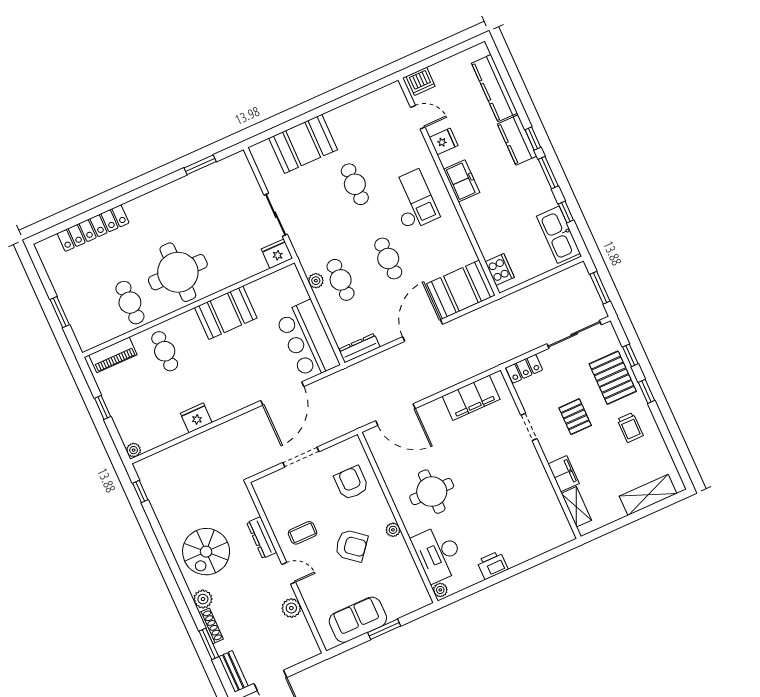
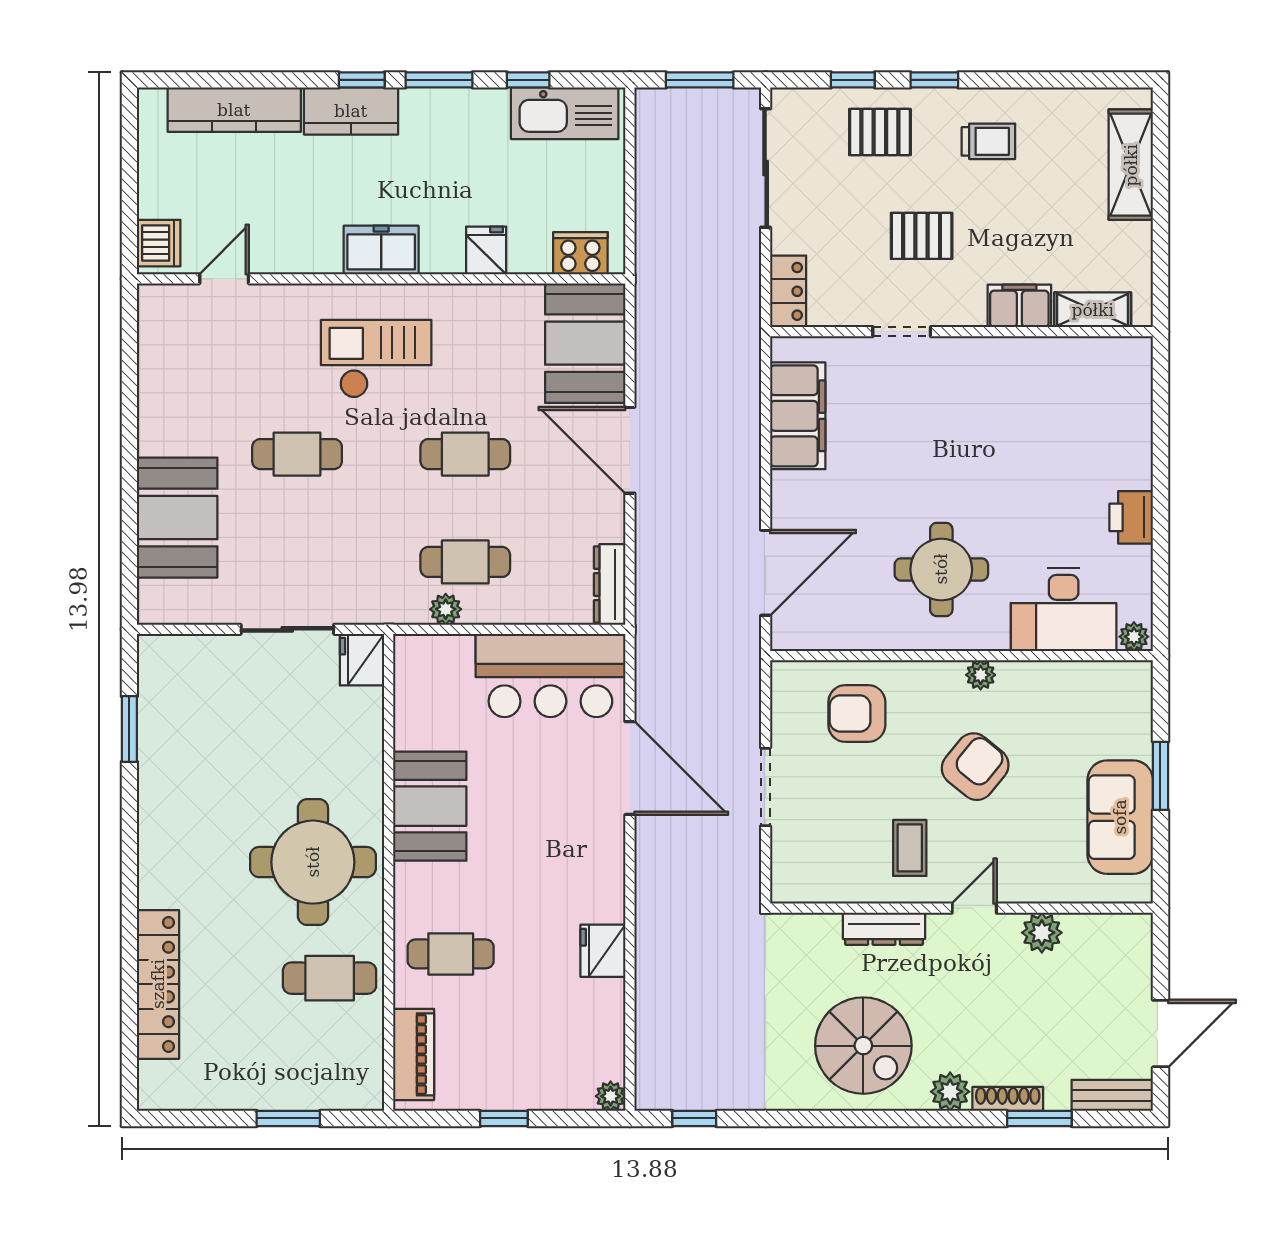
fridge: (444, 141) -> (486, 250), moved
pallet: (613, 378) -> (880, 132), width x0.67, depth x0.71

